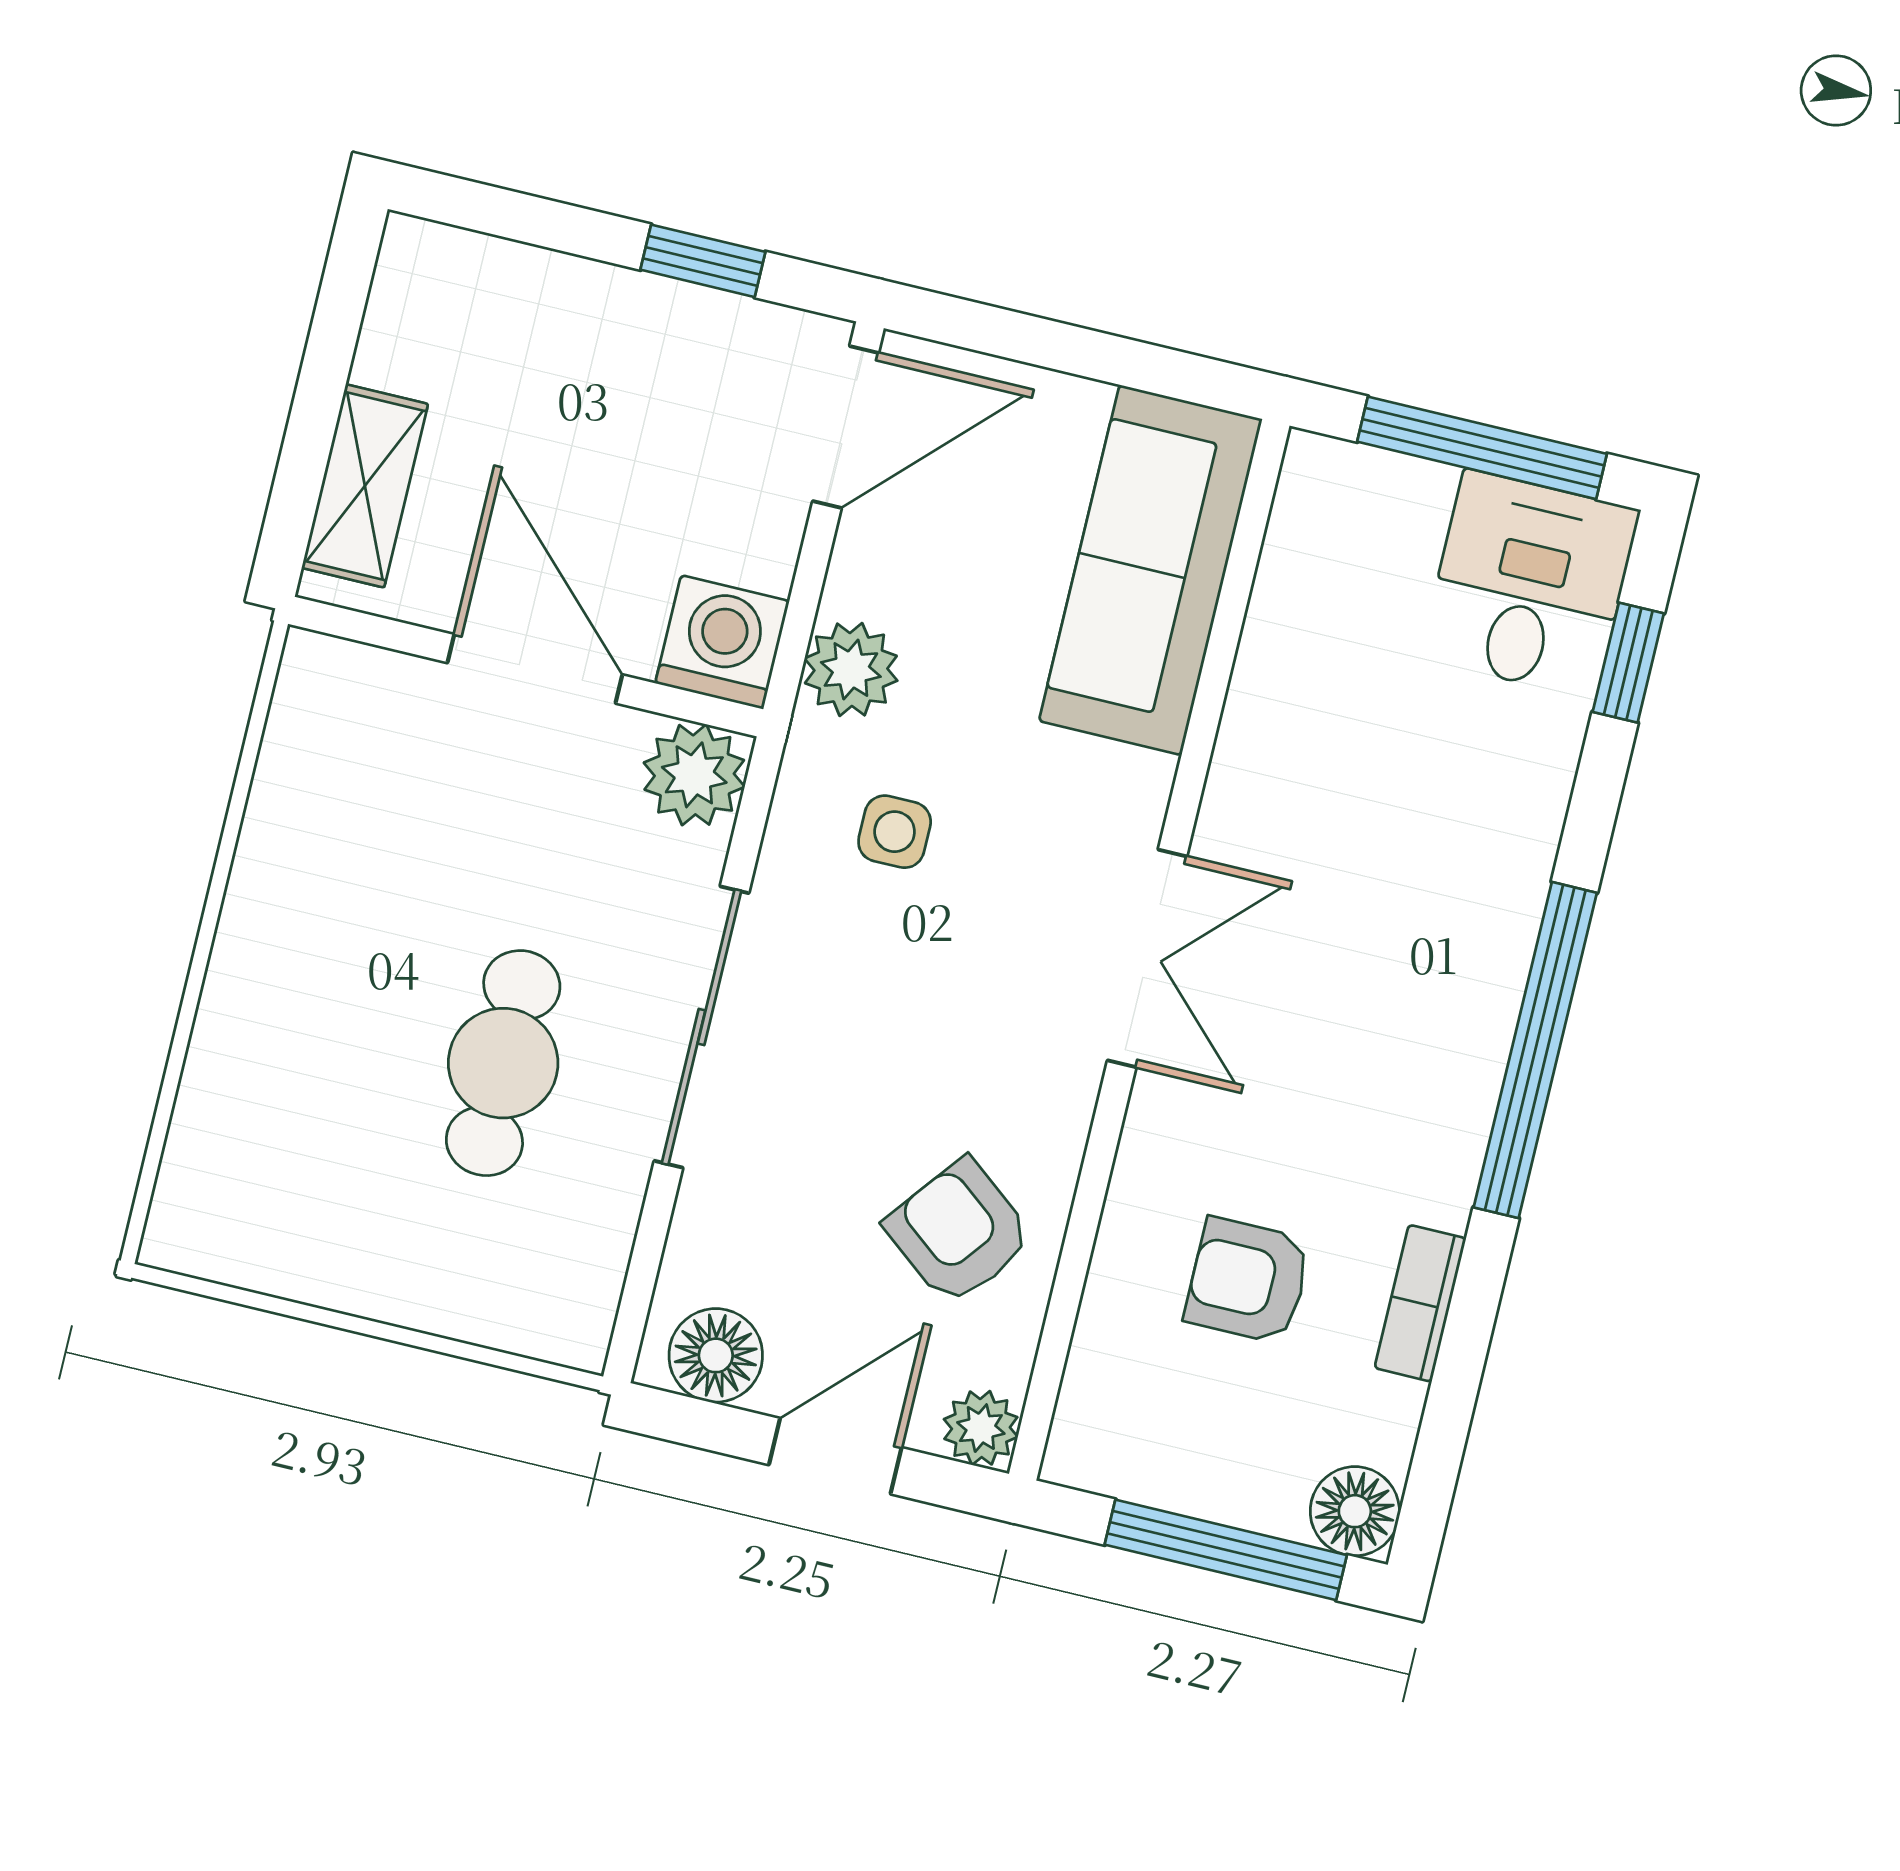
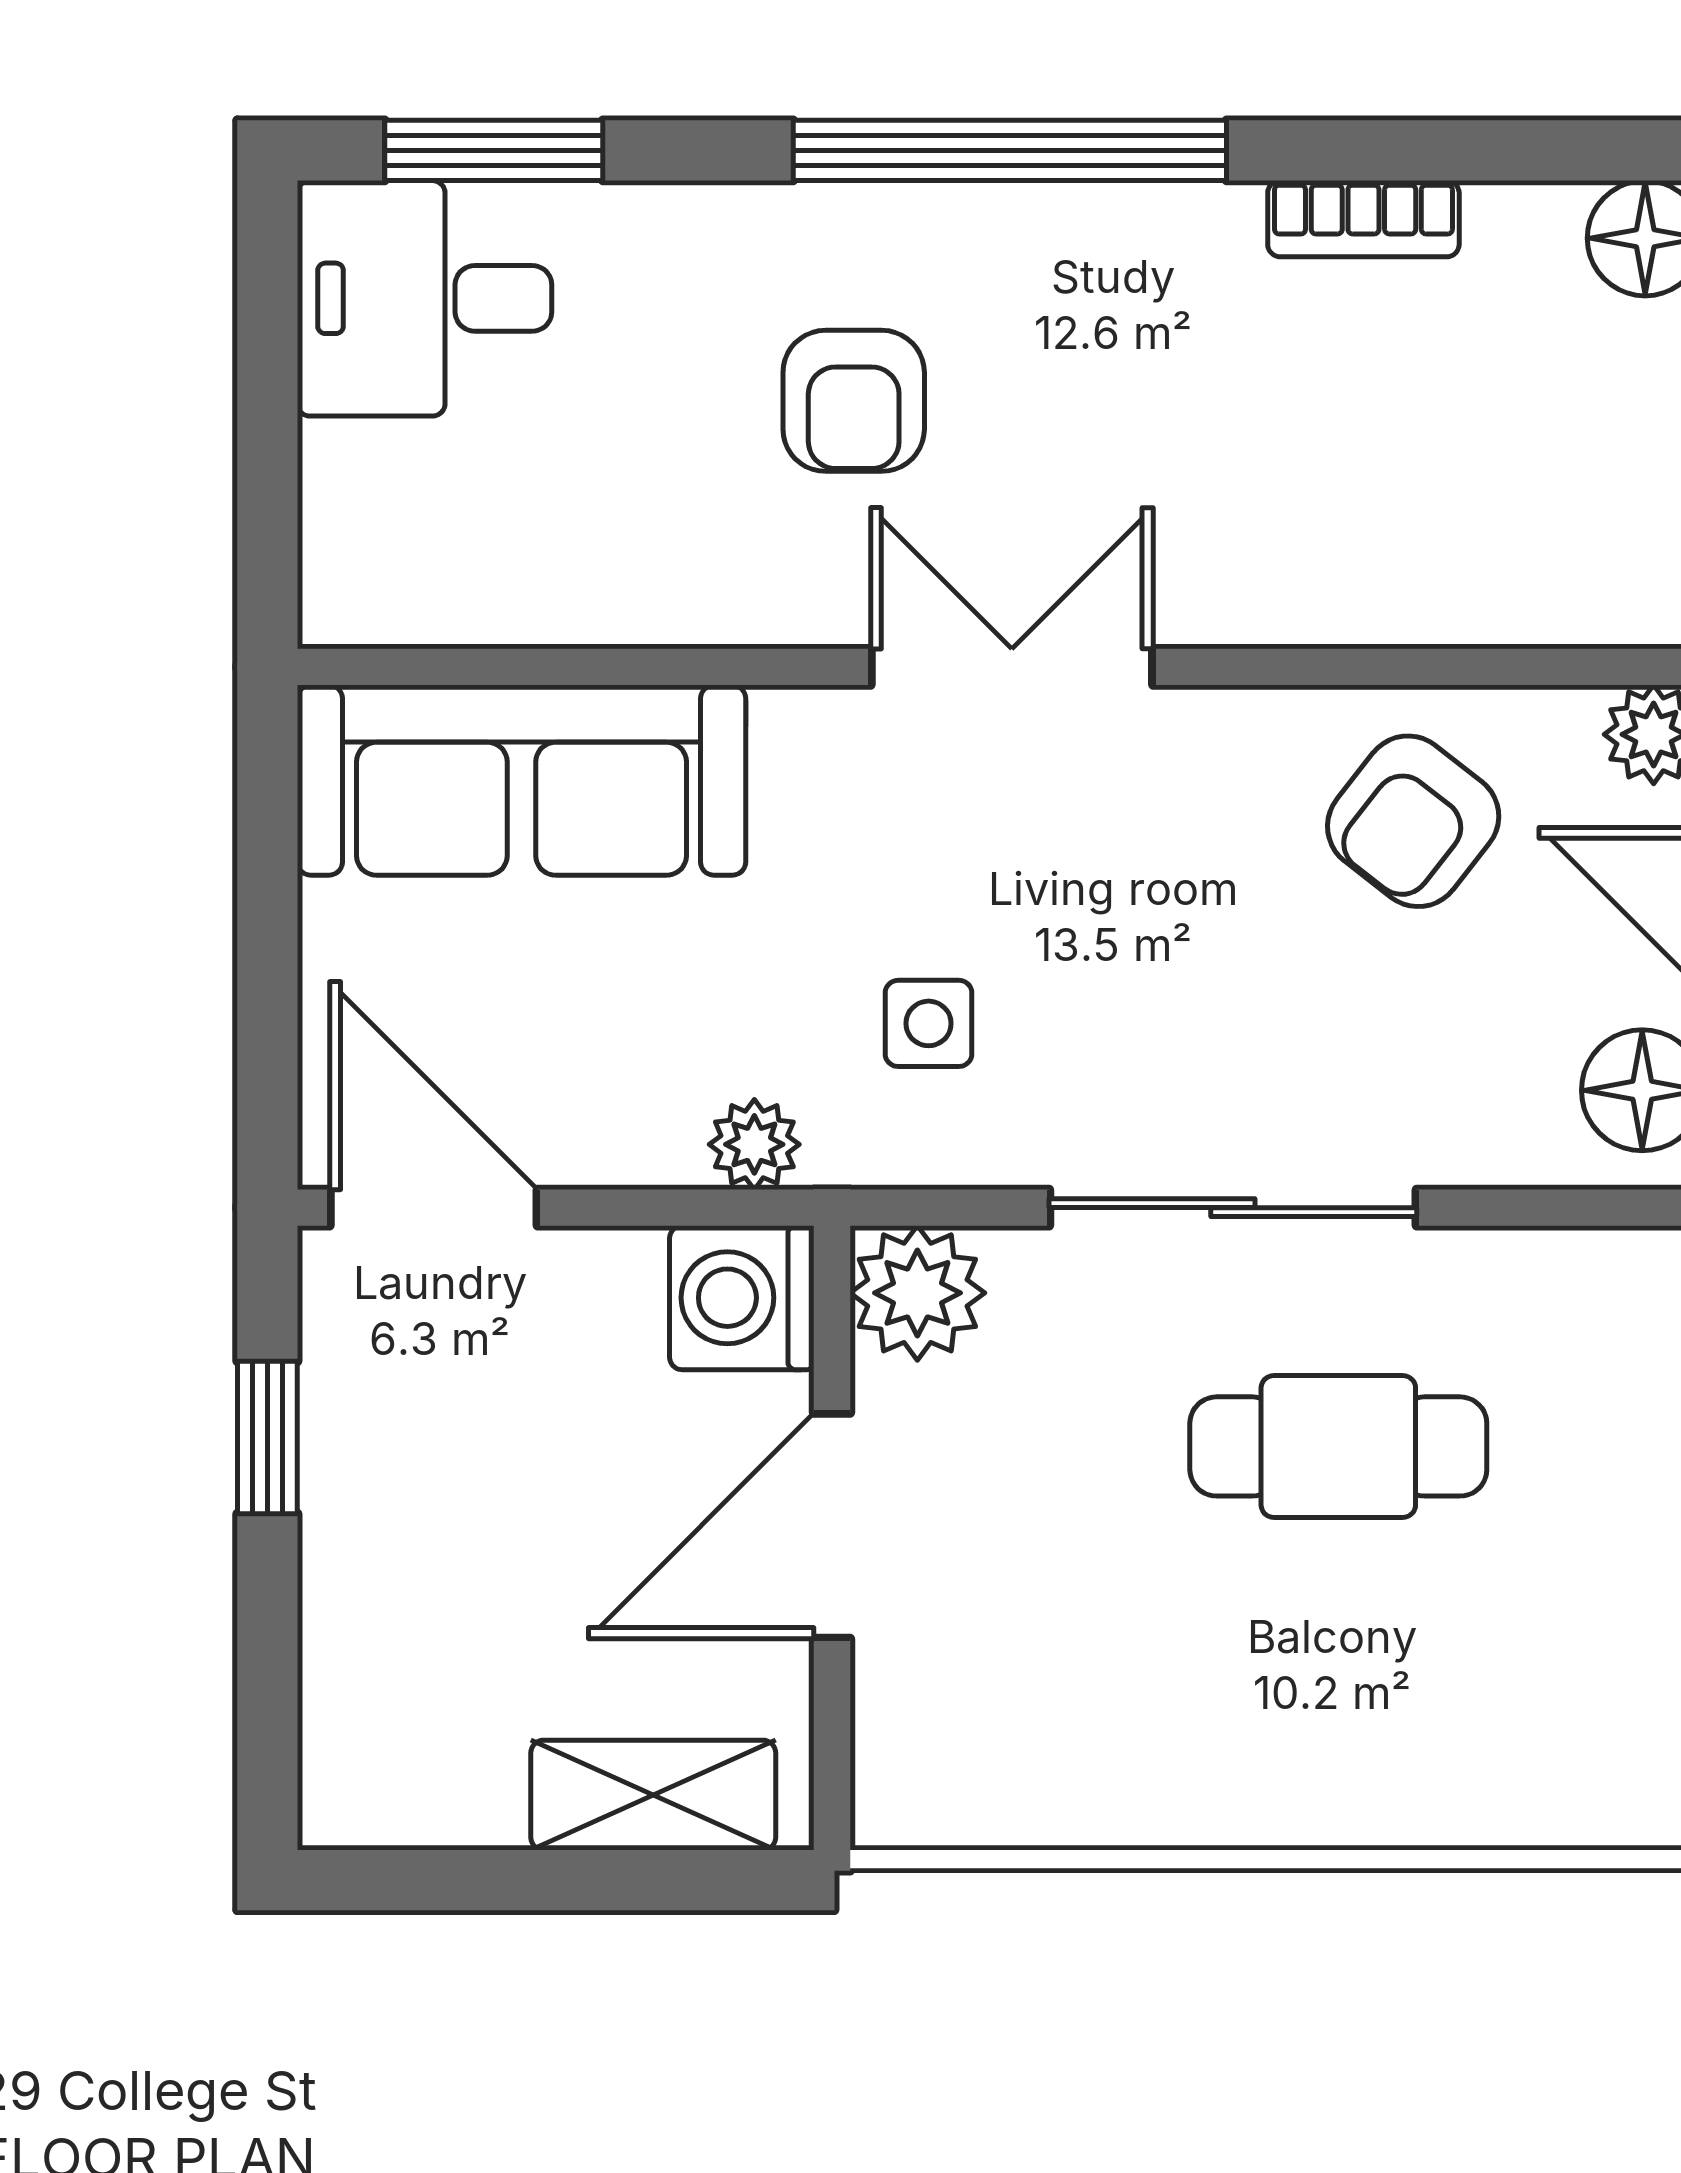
window: (1482, 448) -> (267, 400), removed
window: (1628, 663) -> (494, 150), width x1.50
plant: (851, 669) -> (754, 1144), width x0.73, depth x0.73
armchair: (1248, 1281) -> (854, 401), moved

